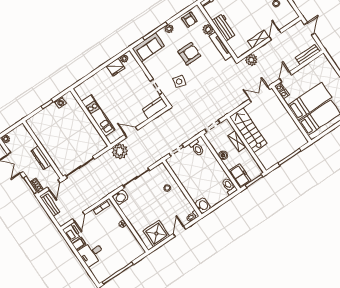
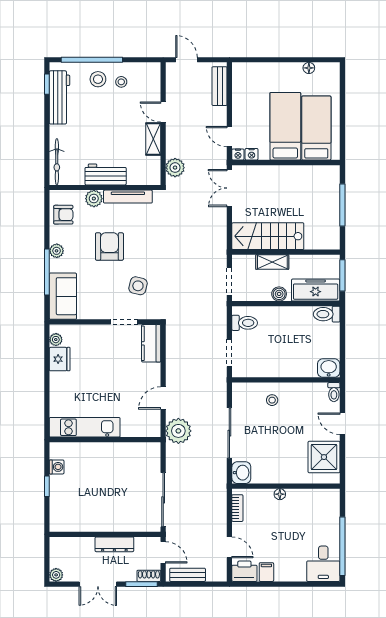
kitchen unit: (98, 116) -> (85, 427), moved
freezer: (240, 176) -> (316, 290), width x1.40
desk: (91, 253) -> (323, 564), moved

